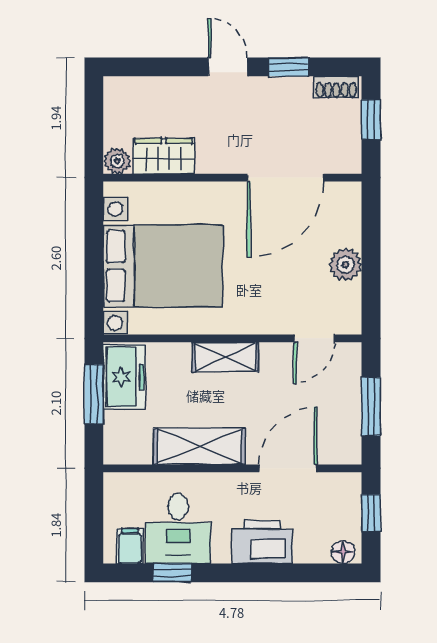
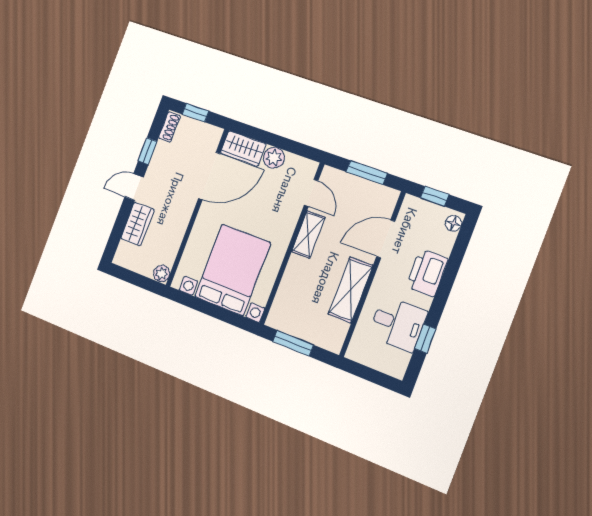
wardrobe: (164, 156) -> (137, 224), moved, turned 180
door: (285, 178) -> (209, 176), hinge flipped
wardrobe: (343, 214) -> (243, 149), added
shelving: (225, 357) -> (308, 234), moved
freezer: (124, 377) -> (290, 320), removed
door: (288, 468) -> (386, 239), hinge flipped
filing cabinet: (130, 546) -> (397, 359), removed

